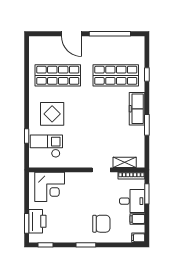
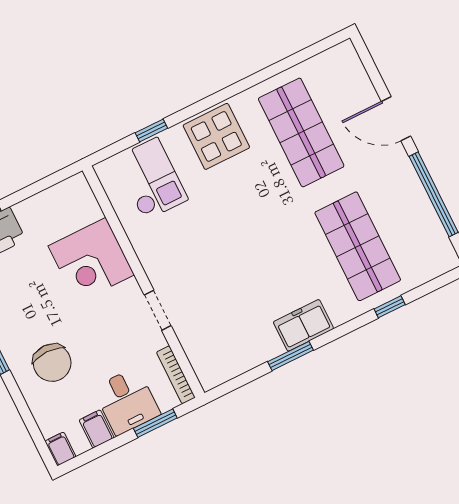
door: (71, 34) -> (396, 119), hinge flipped
freezer: (137, 109) -> (303, 325), width x0.71
display table: (52, 114) -> (216, 136), moved
shelving: (125, 162) -> (195, 349), removed
corner desk: (50, 187) -> (91, 260), moved

